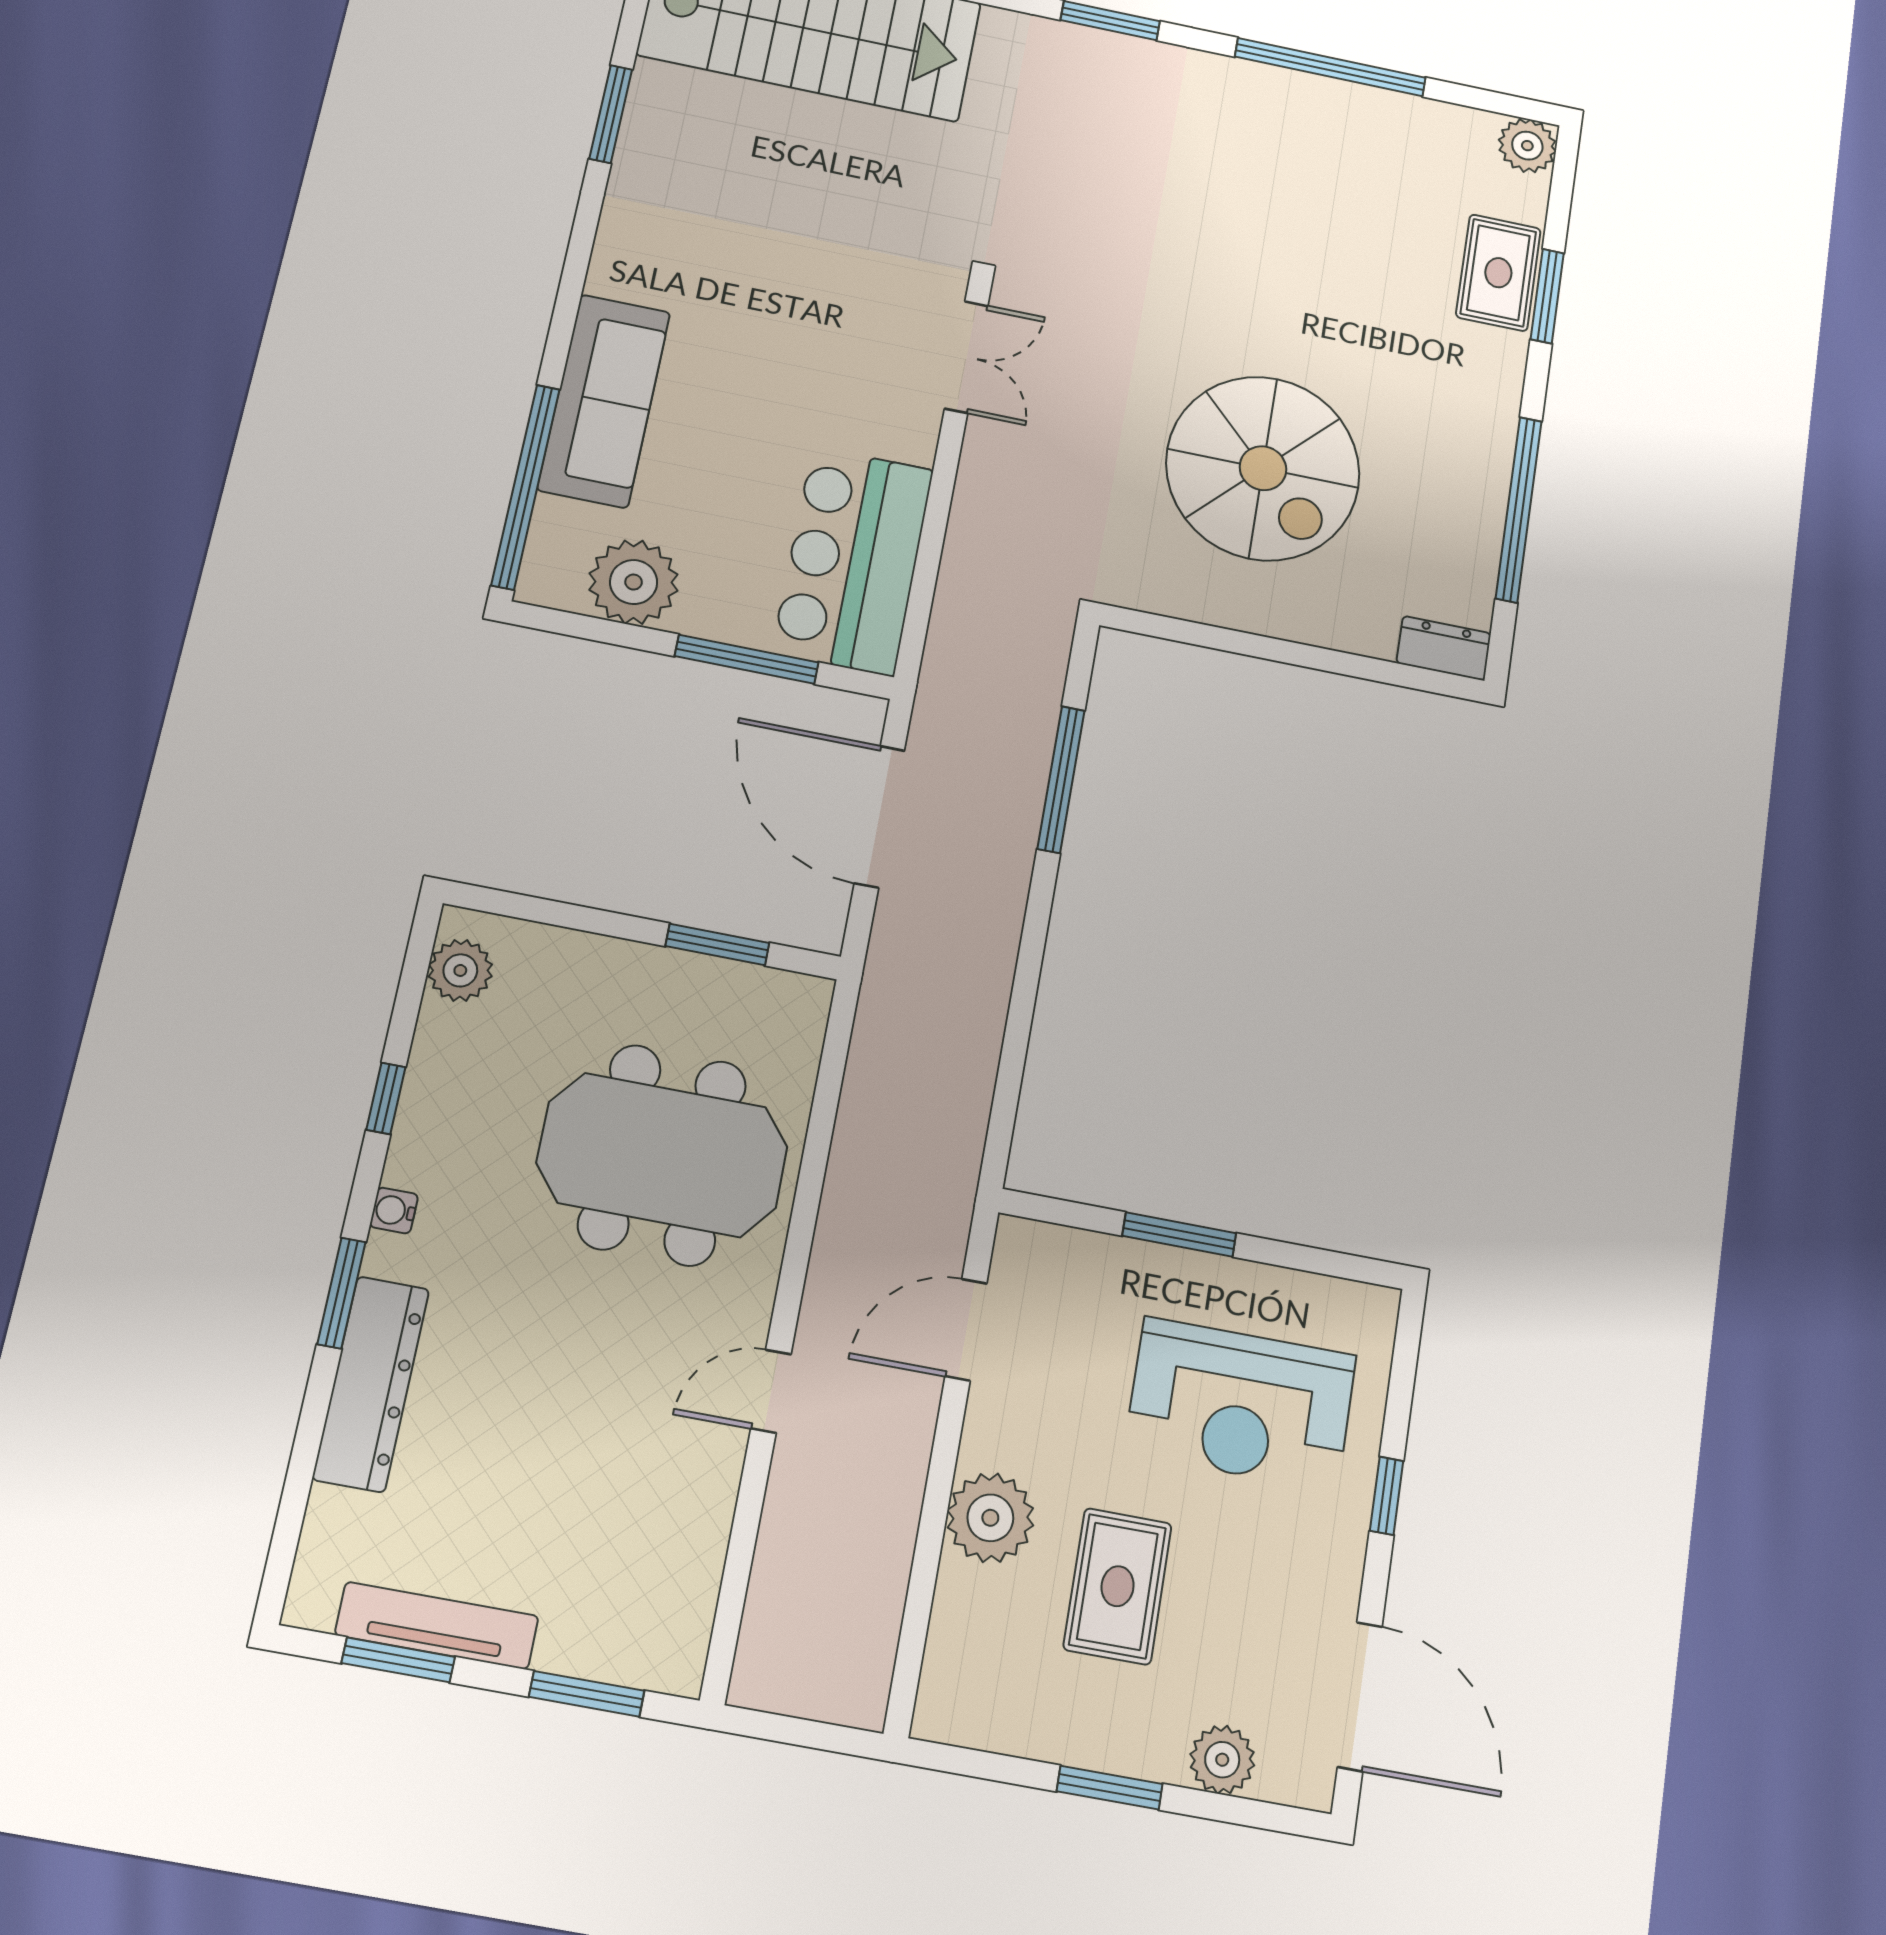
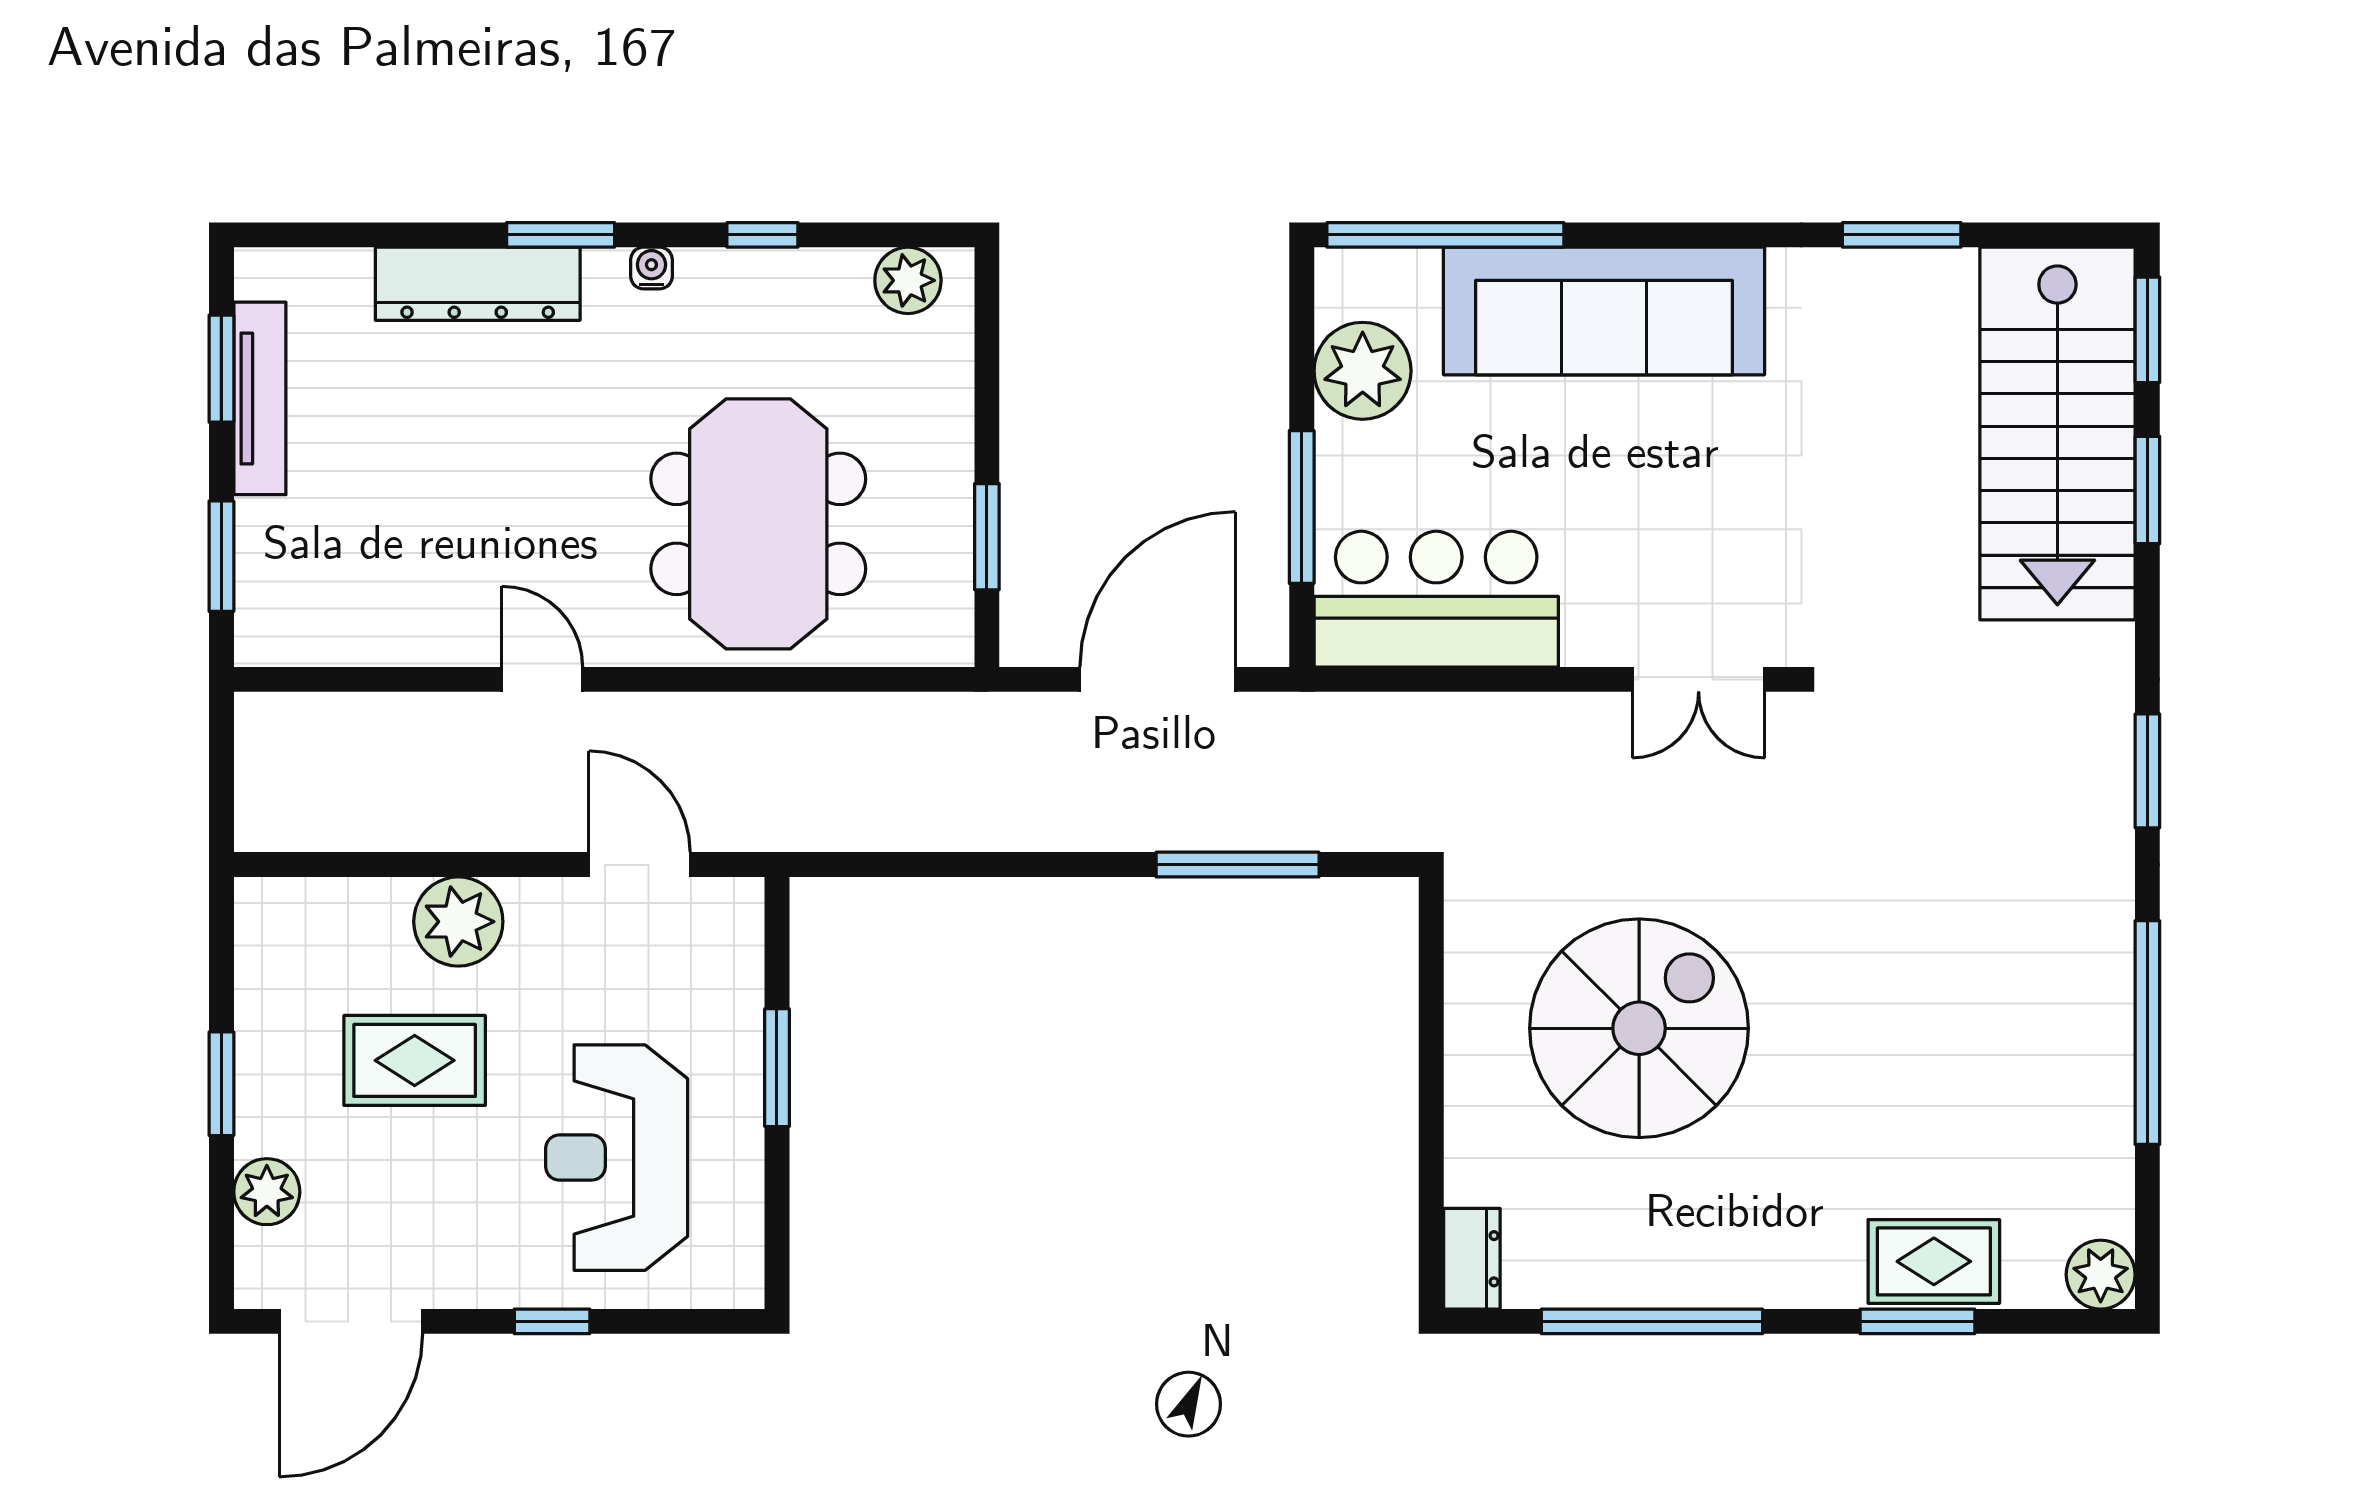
sofa: (604, 401) -> (1604, 311), width x1.36, depth x1.27
spiral stairs: (1263, 468) -> (1639, 1028), turned 180

